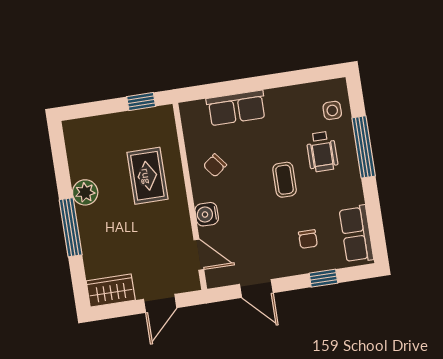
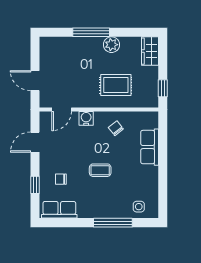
wheelchair: (322, 152) -> (114, 196), removed
wardrobe: (111, 291) -> (150, 51), moved, turned 180

